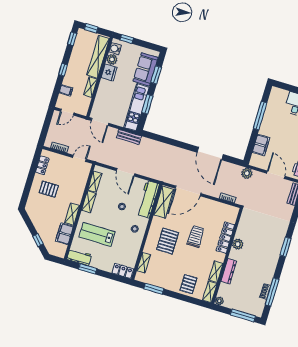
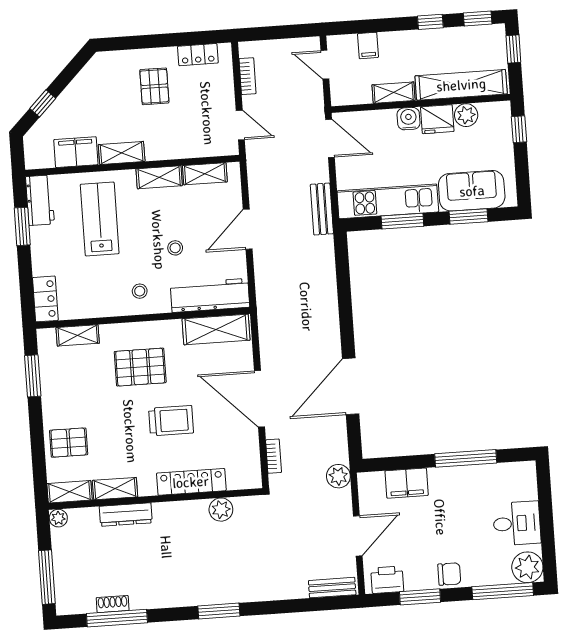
water cooler: (115, 49) -> (409, 119), moved
window: (63, 70) -> (430, 22), moved
door: (100, 122) -> (330, 138), swing flipped
door: (188, 191) -> (259, 399), moved
plant: (238, 244) -> (221, 510), moved

